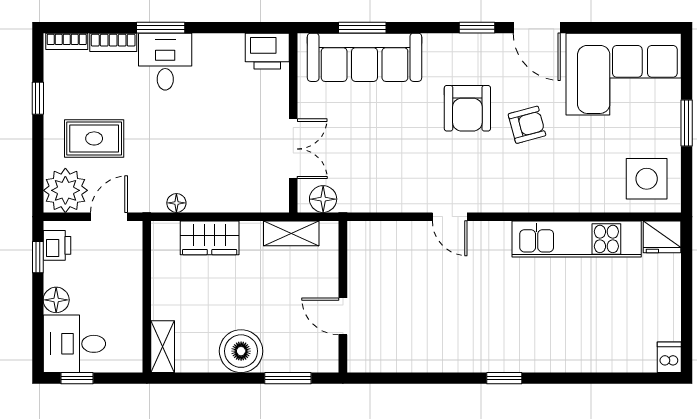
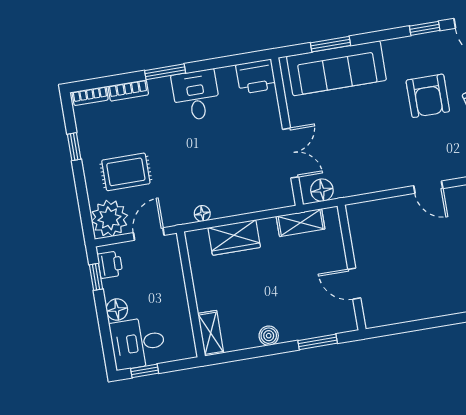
desk: (165, 62) -> (196, 95), moved
boiler: (241, 351) -> (269, 336), width x0.54, depth x0.54

